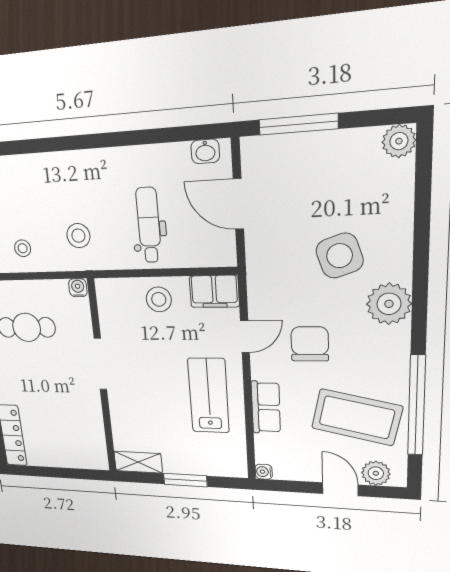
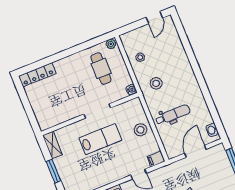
filing cabinet: (214, 291) -> (156, 159), width x0.50
lab bench: (209, 396) -> (100, 139), moved

